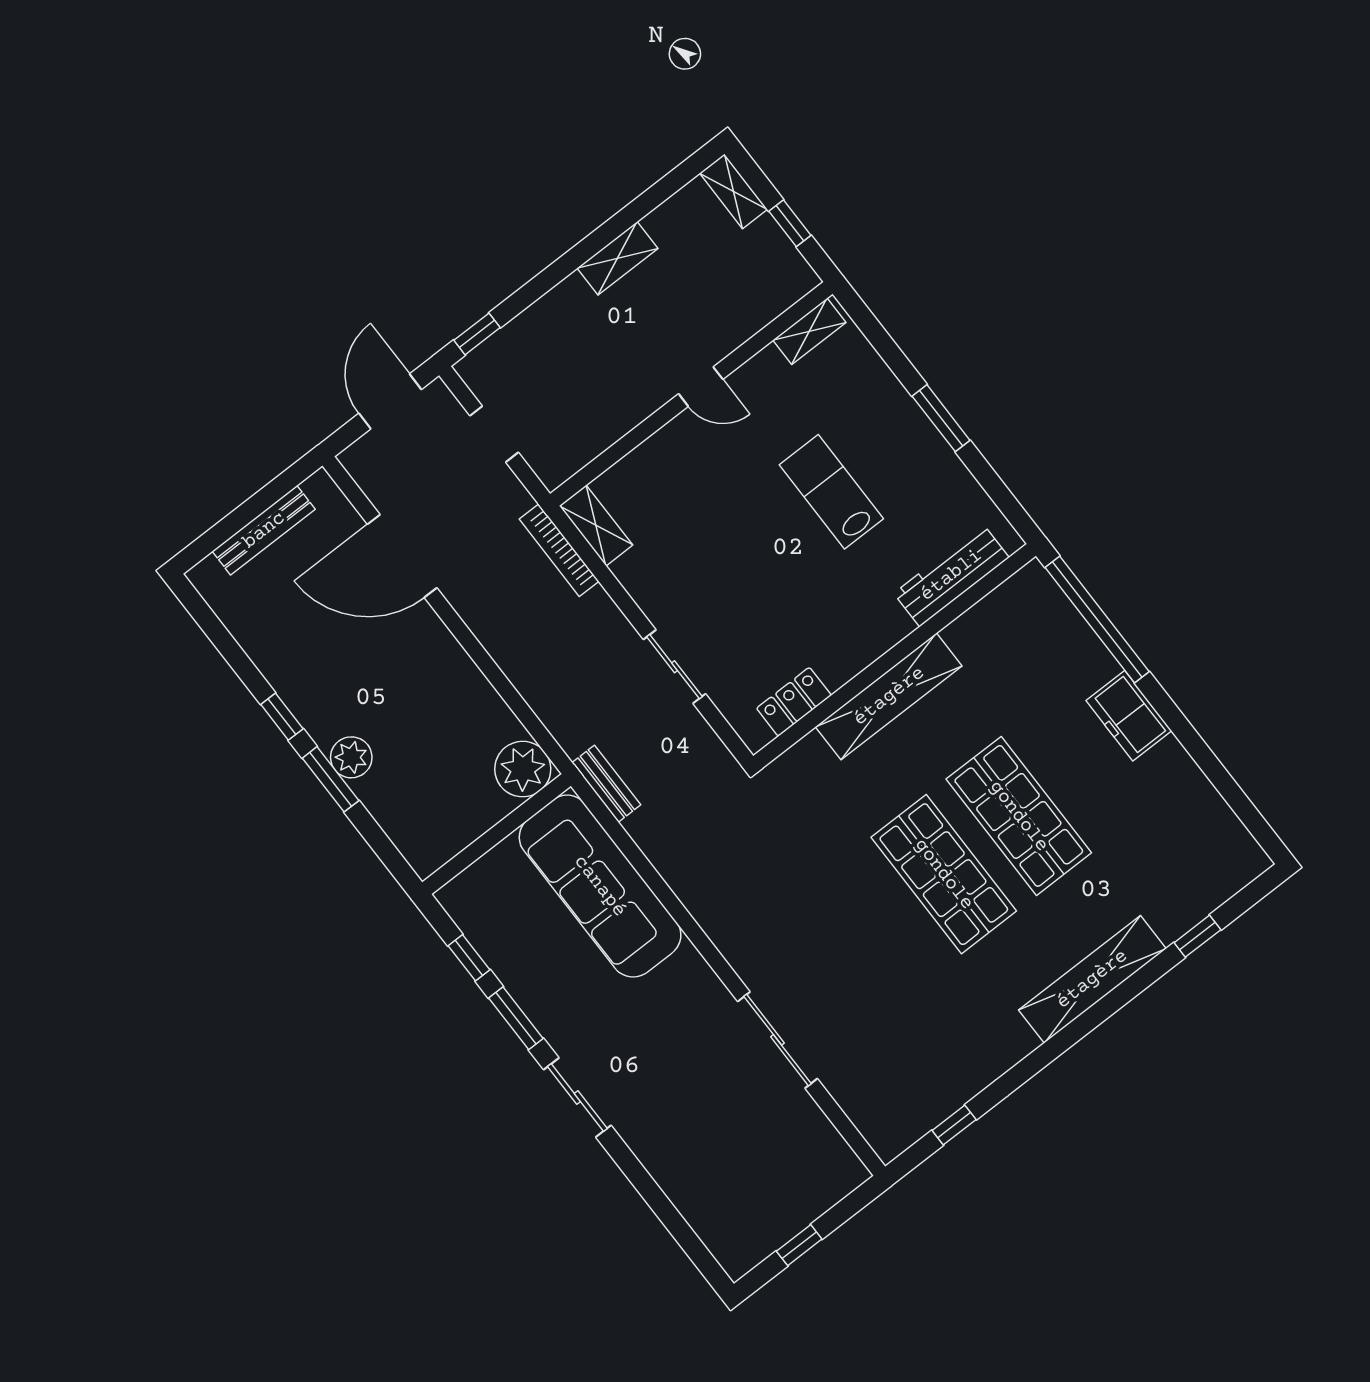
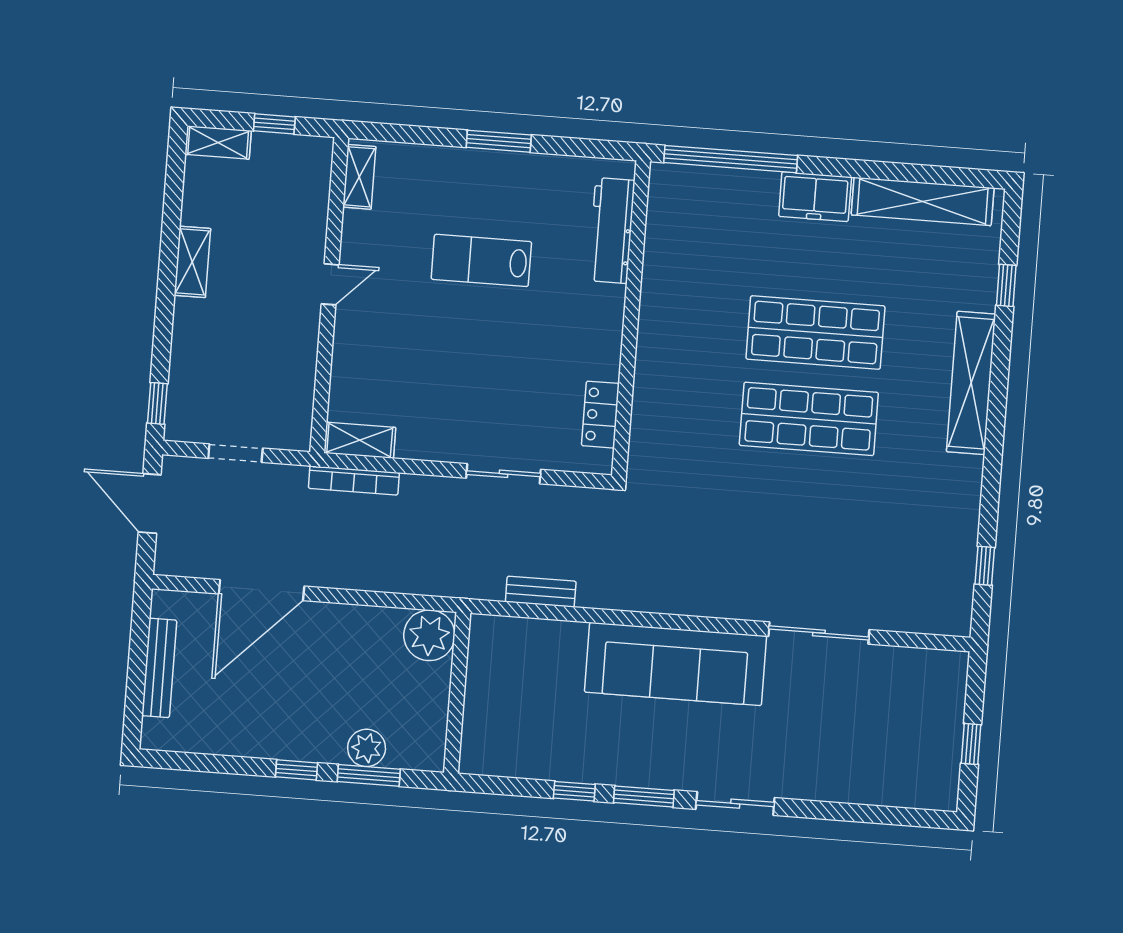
shelving: (889, 696) -> (923, 201), moved, turned 90
plant: (523, 769) -> (429, 635), moved
wall: (497, 834) -> (457, 693), moved
sofa: (600, 886) -> (676, 664), moved

